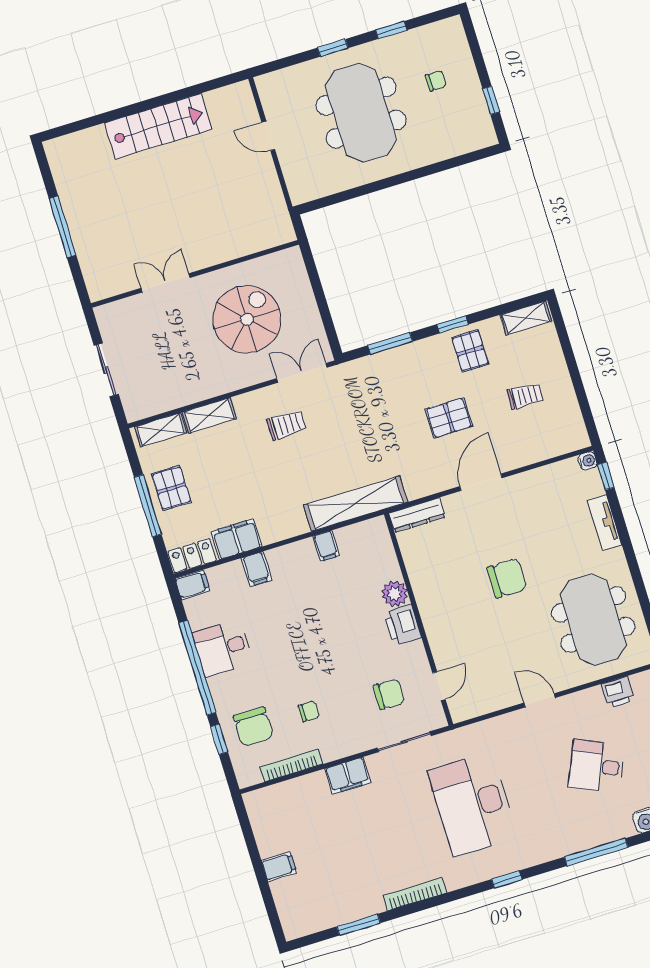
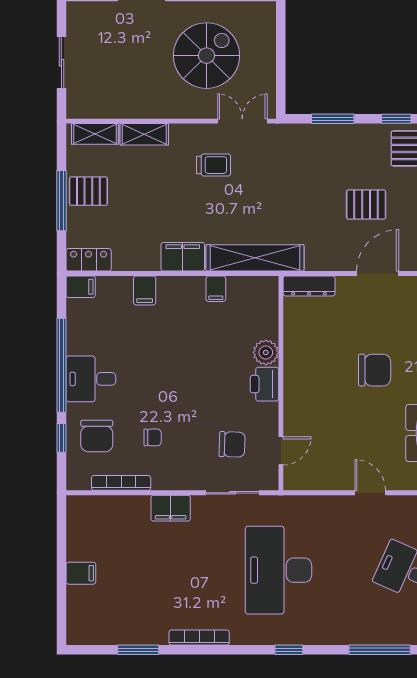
pallet: (171, 488) -> (88, 191), turned 90
filing cabinet: (237, 539) -> (183, 257), moved
desk: (223, 648) -> (91, 379), moved

